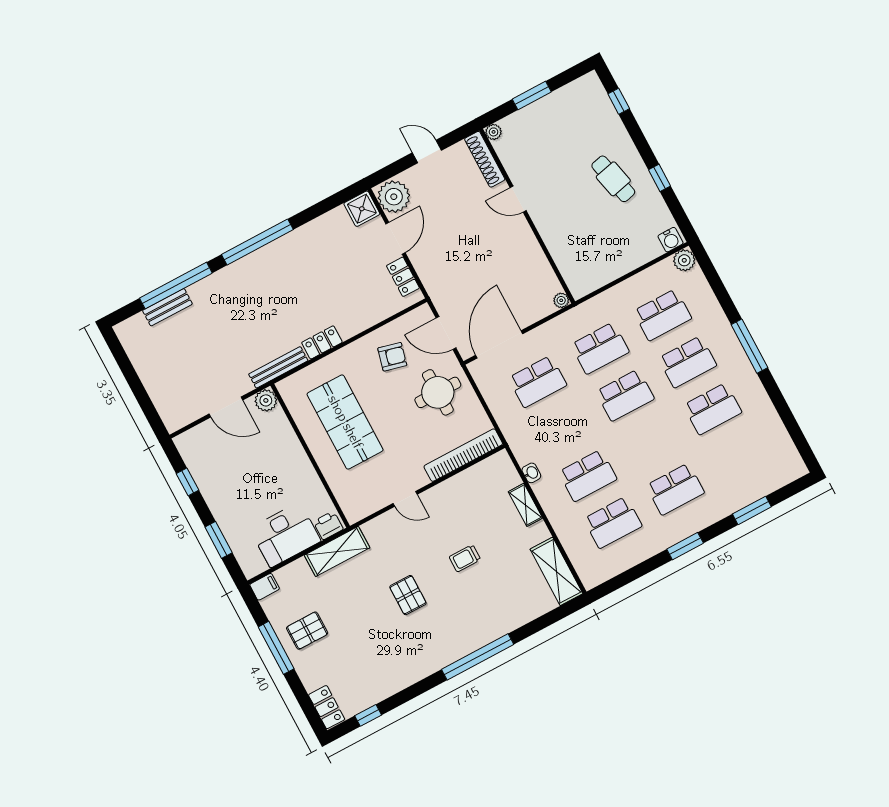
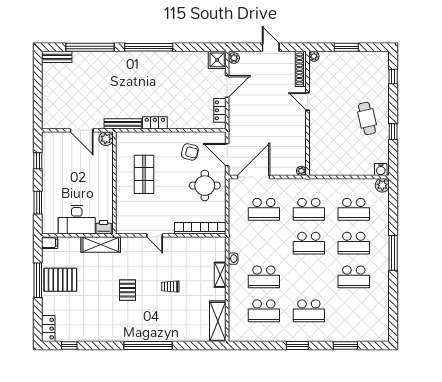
plant: (394, 197) -> (234, 58), width x0.53, depth x0.53
bench: (167, 307) -> (57, 57), moved
shop shelf: (345, 422) -> (144, 174), width x0.70, depth x0.74
pallet: (307, 631) -> (60, 280), width x1.50, depth x1.42

